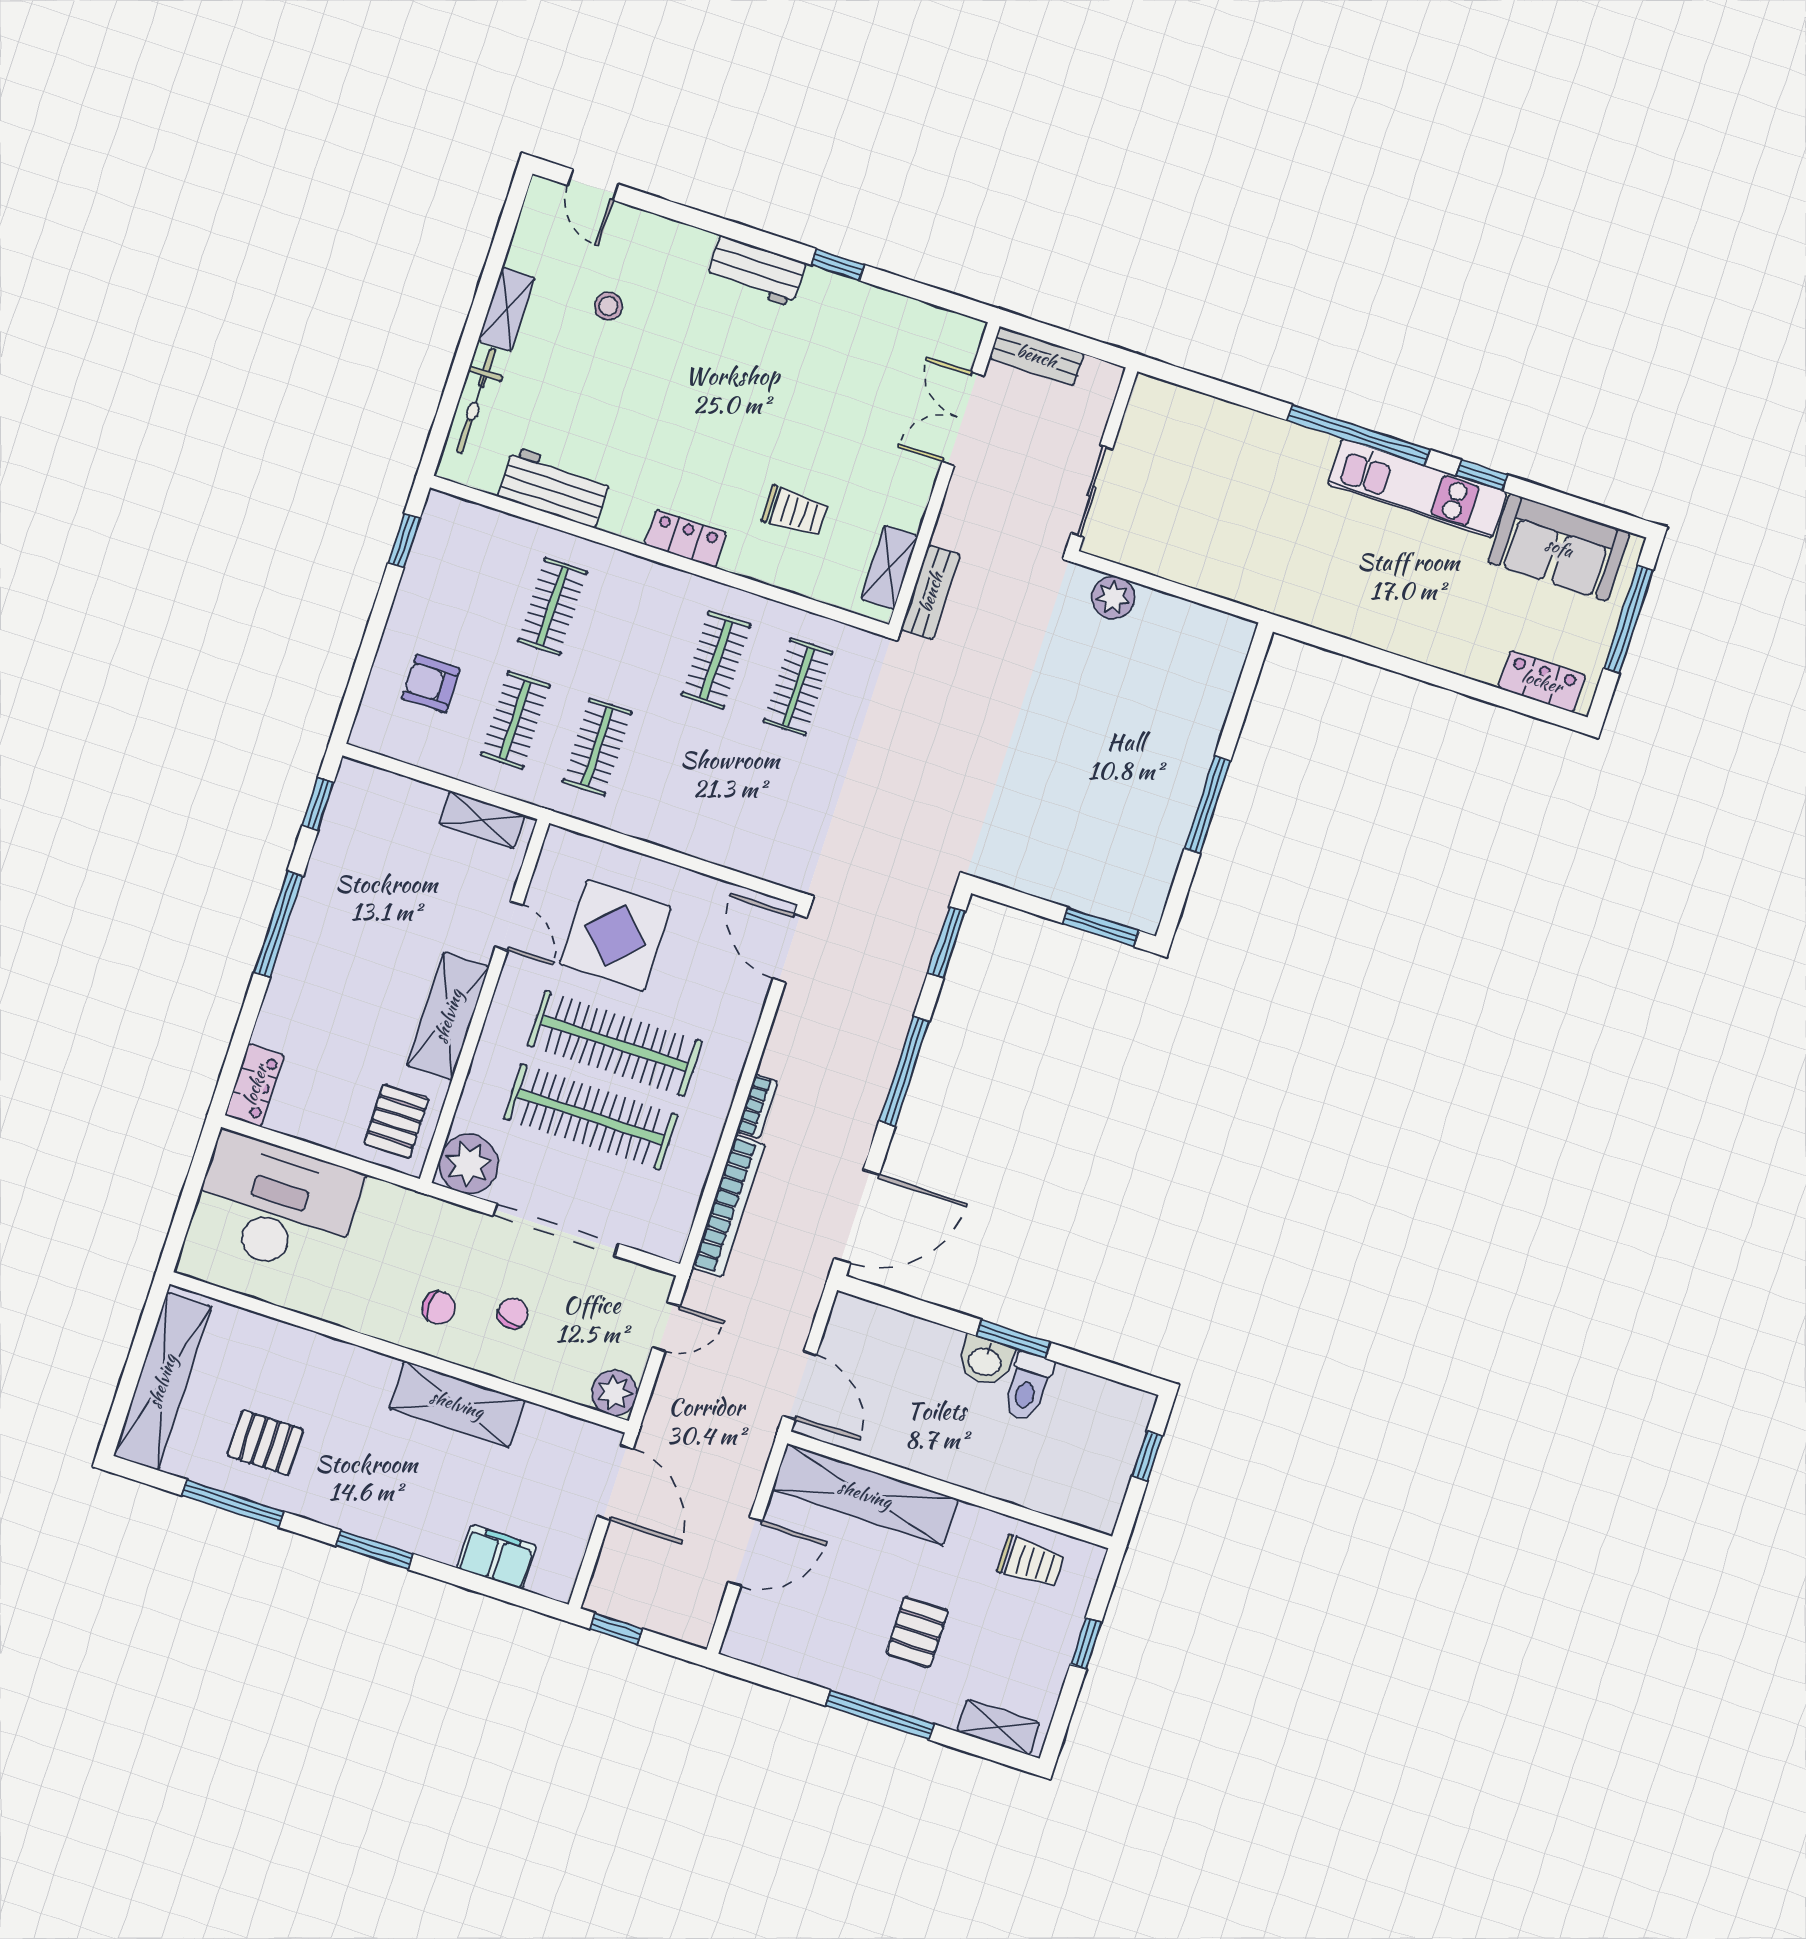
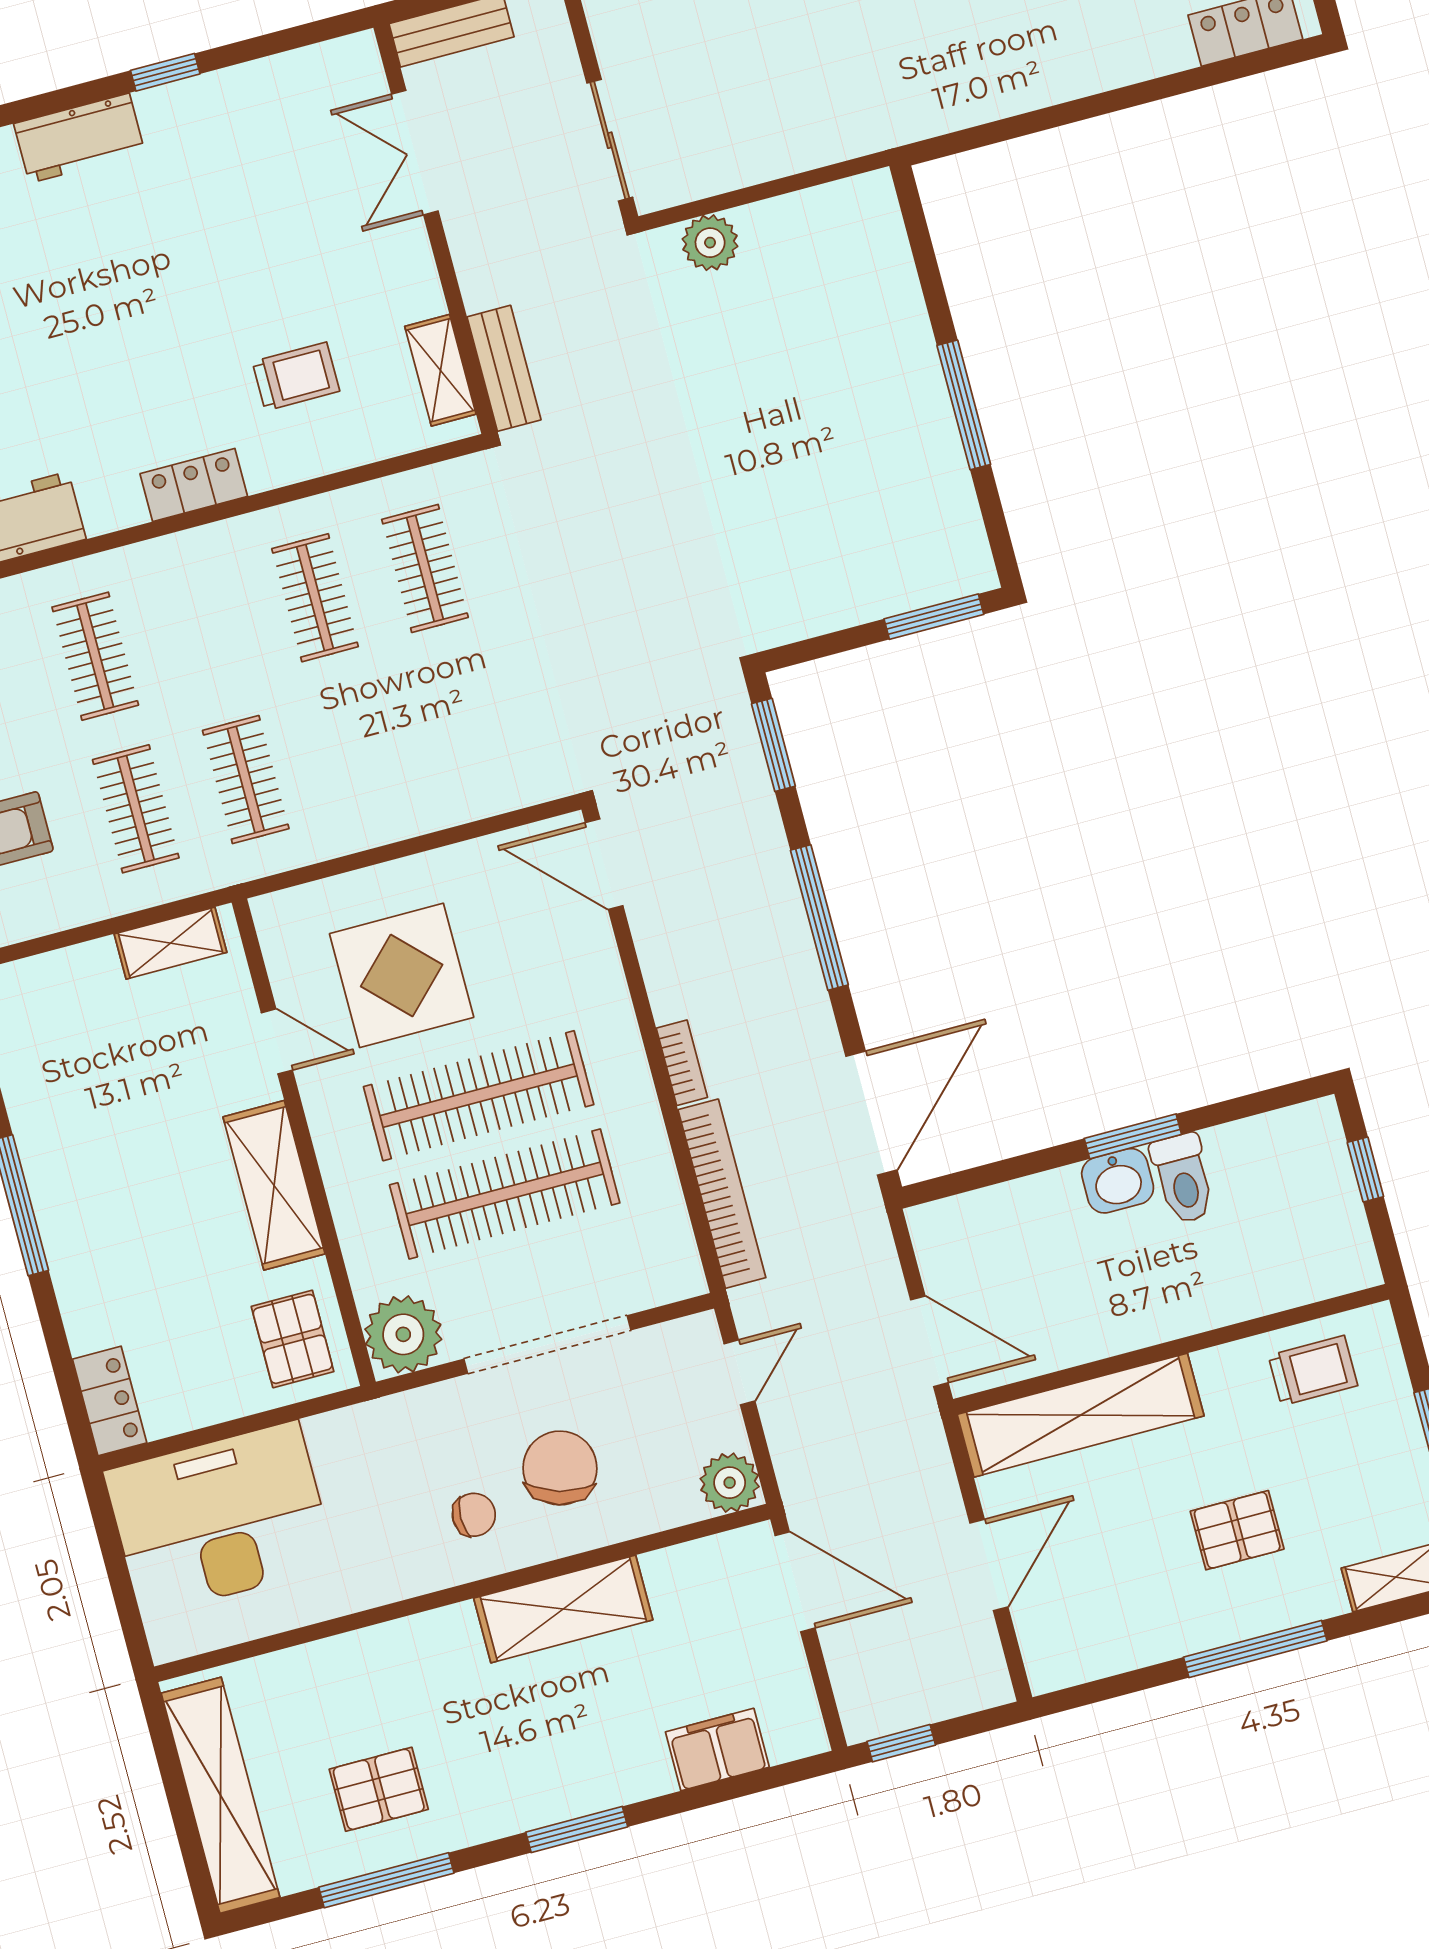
chair: (513, 1313) -> (560, 1468), width x1.87, depth x1.87
pallet: (917, 1632) -> (1237, 1530), turned 90

